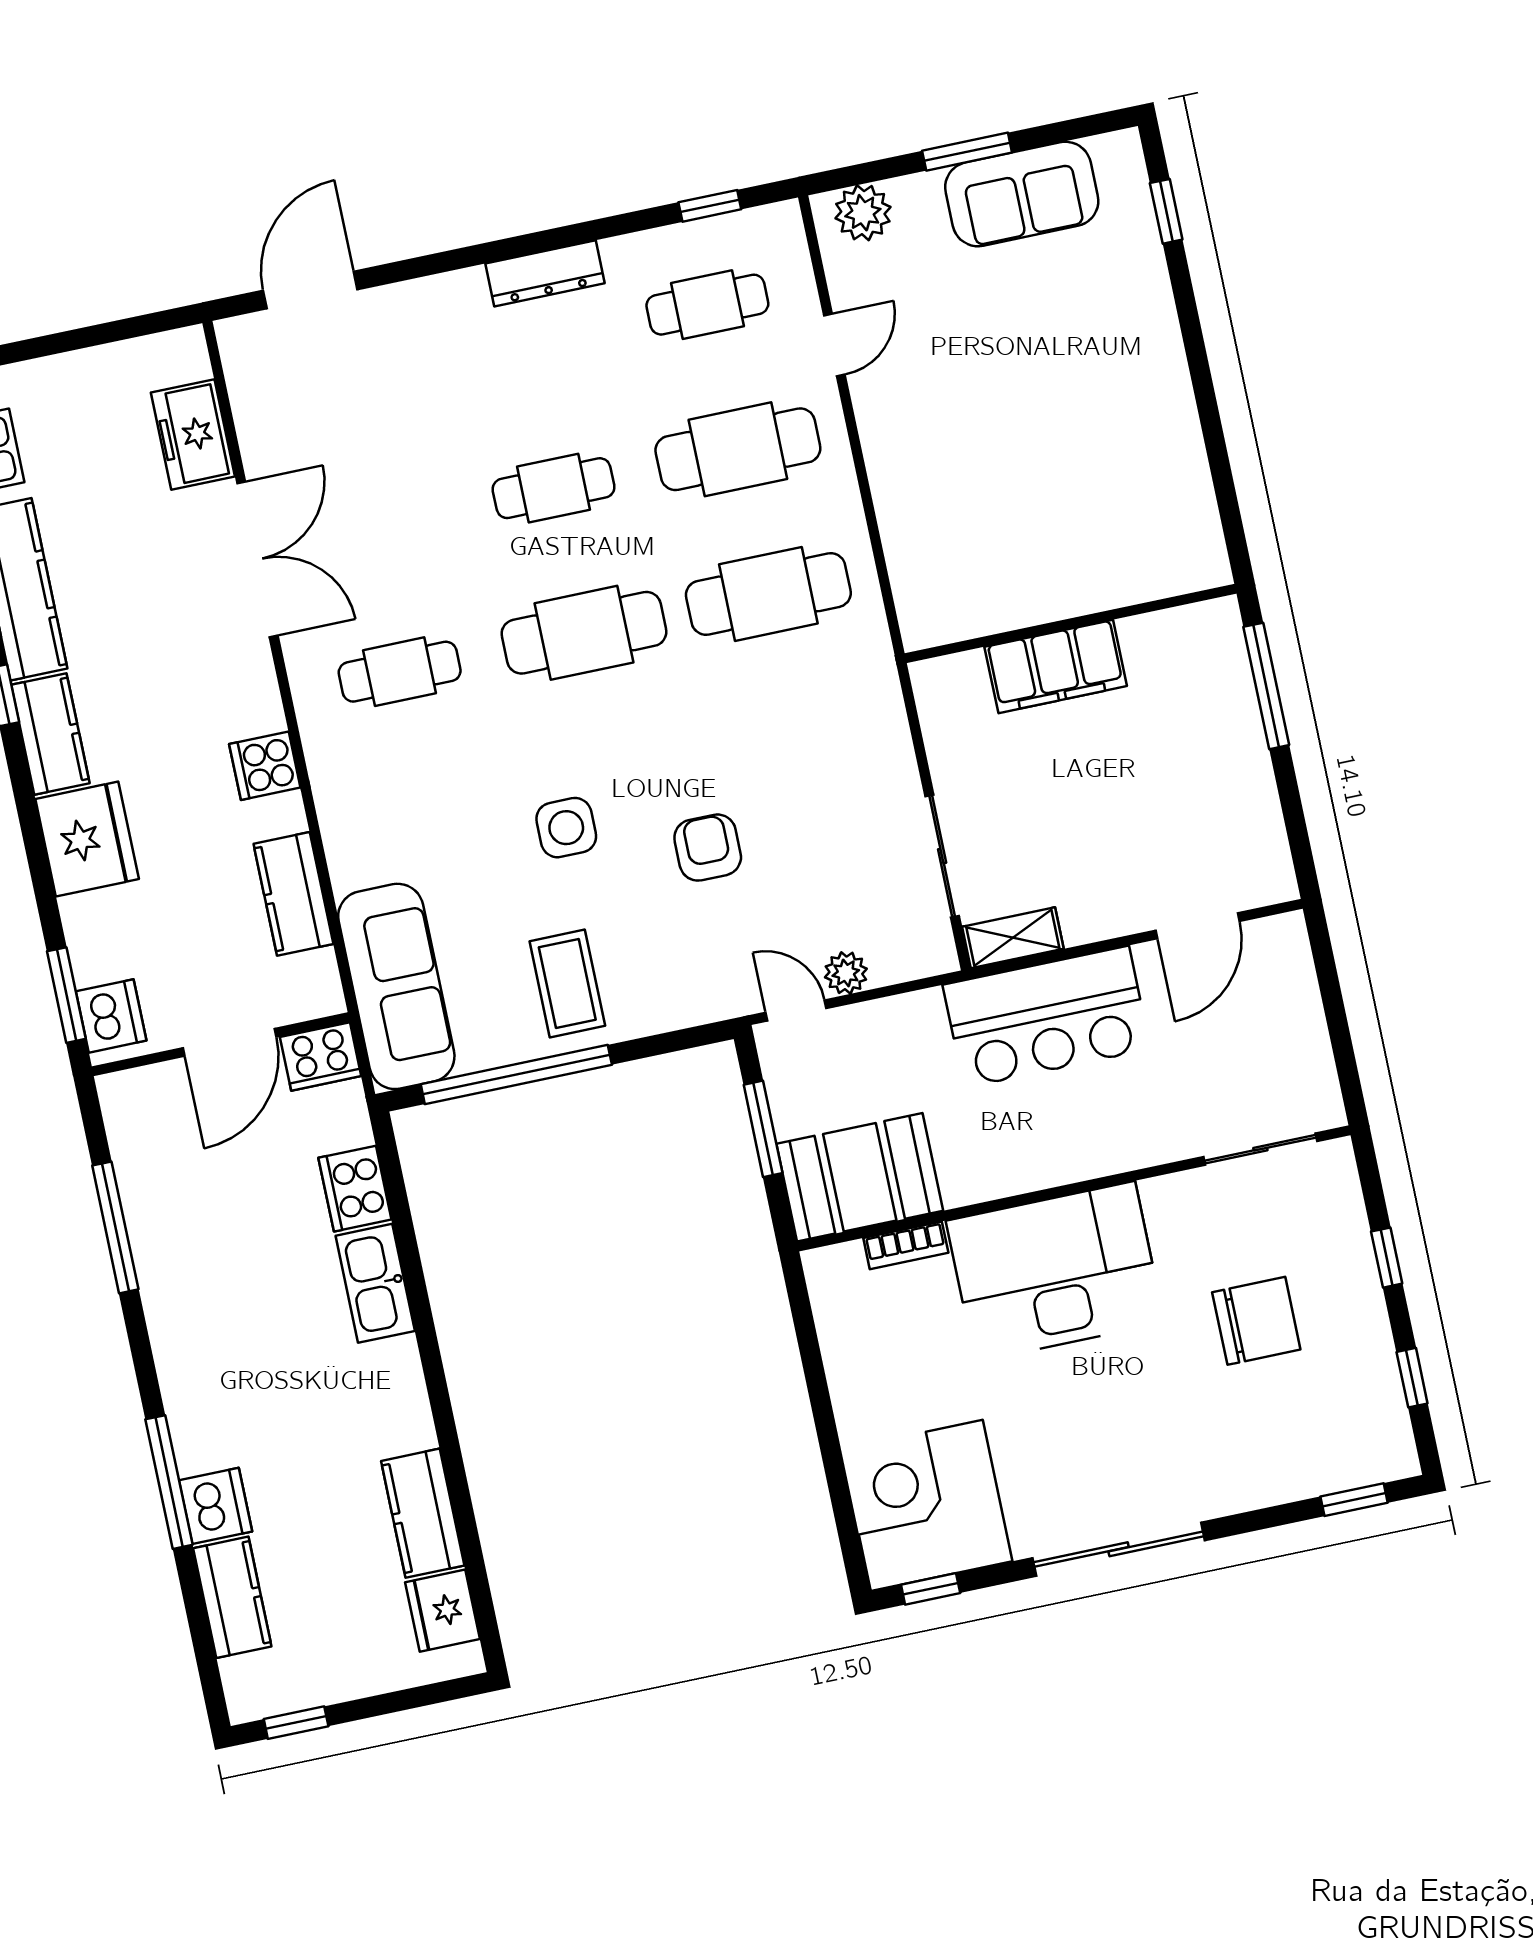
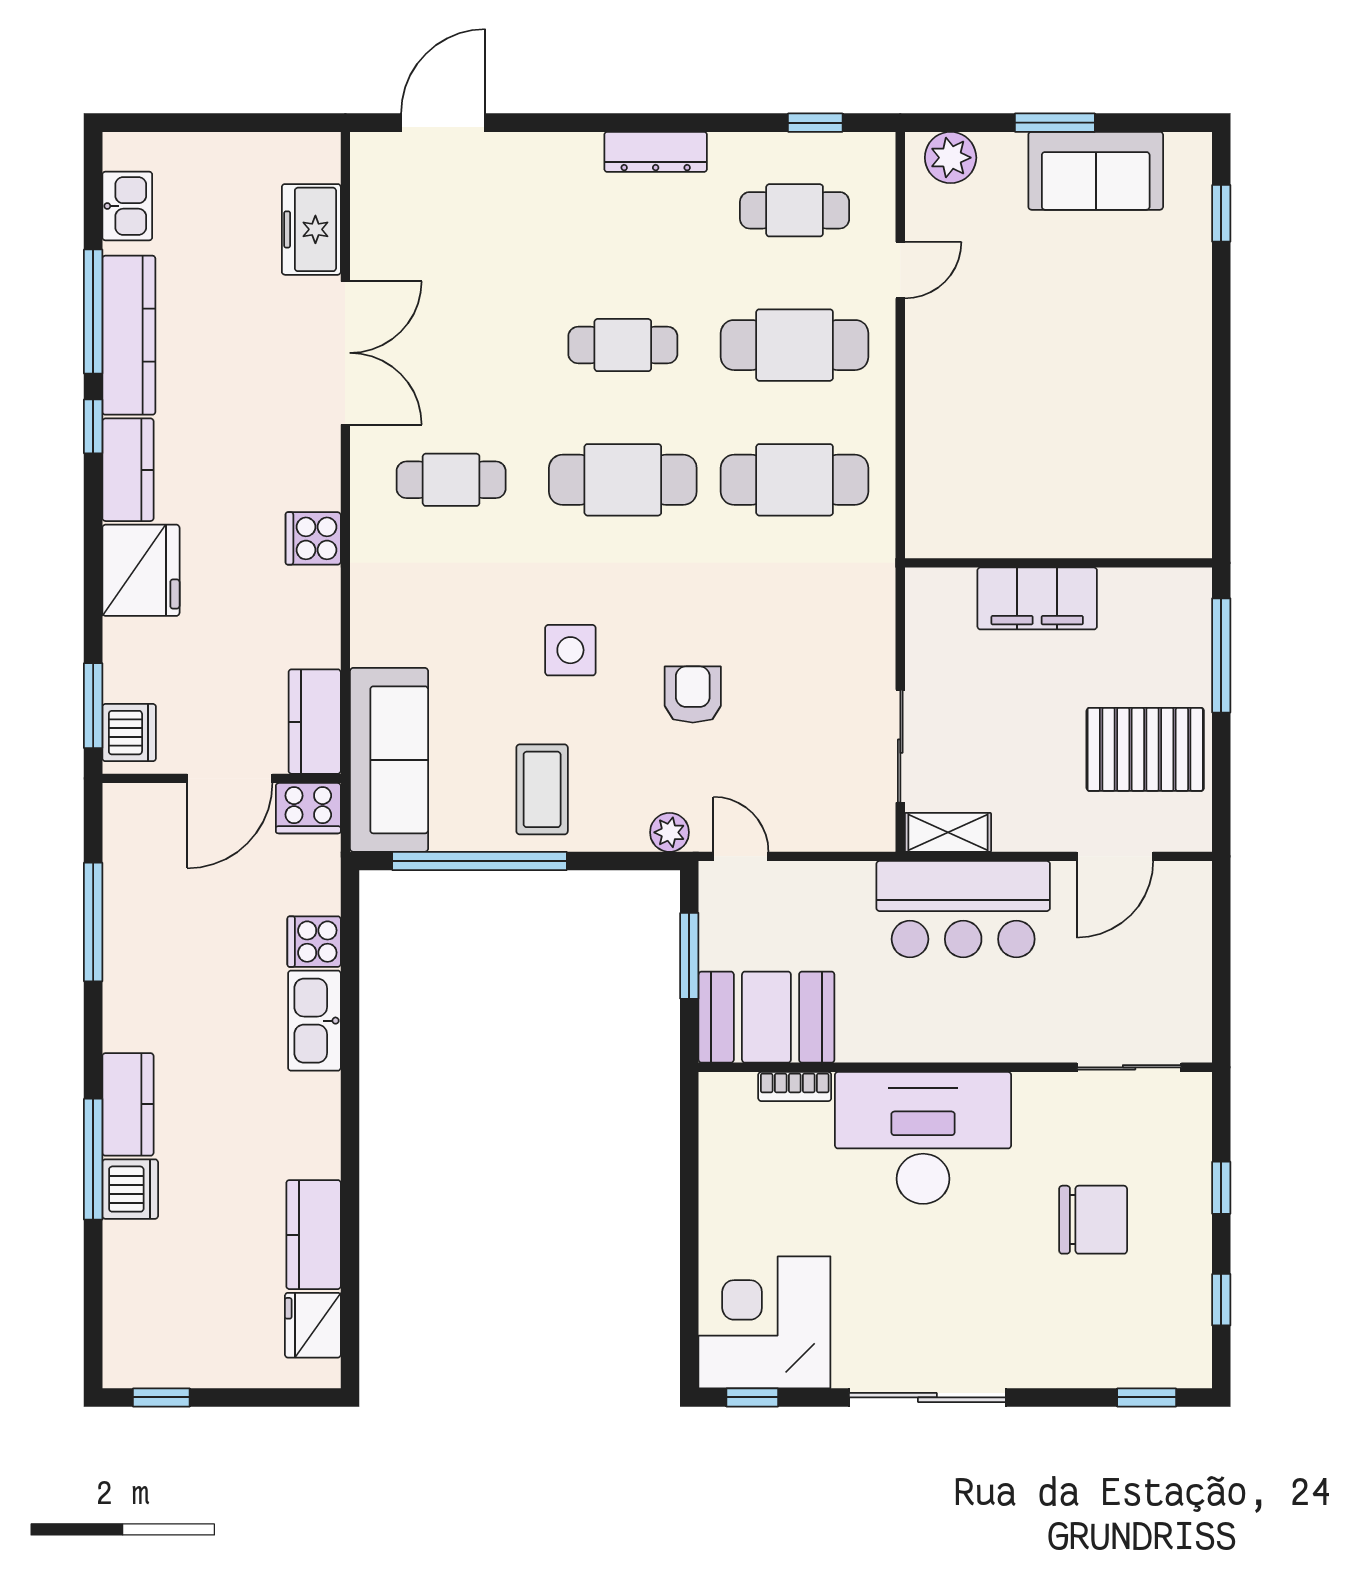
pallet: (1206, 804) -> (1145, 749), added
kitchen counter: (293, 894) -> (315, 722), moved
plant: (846, 973) -> (670, 832), moved
cooker: (355, 1189) -> (314, 942), width x0.73
kitchen counter: (232, 1597) -> (128, 1104), moved

